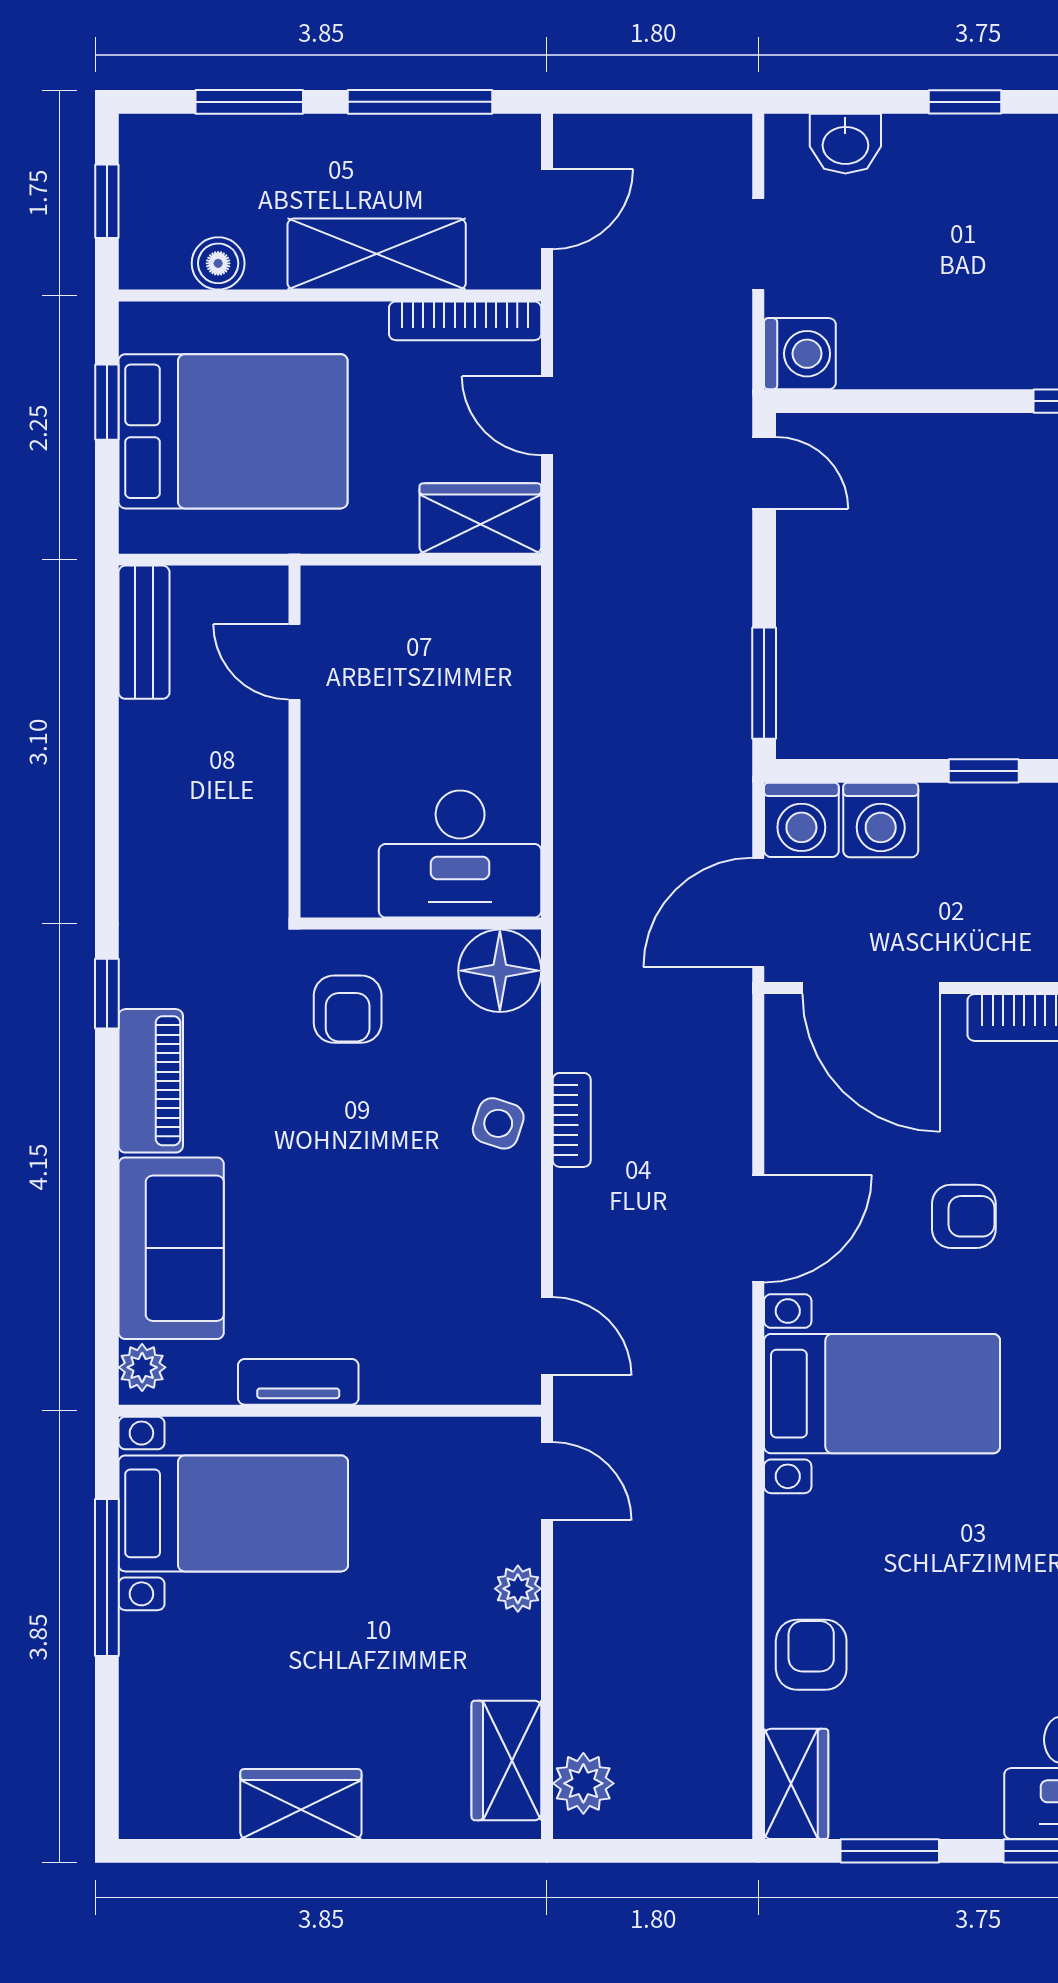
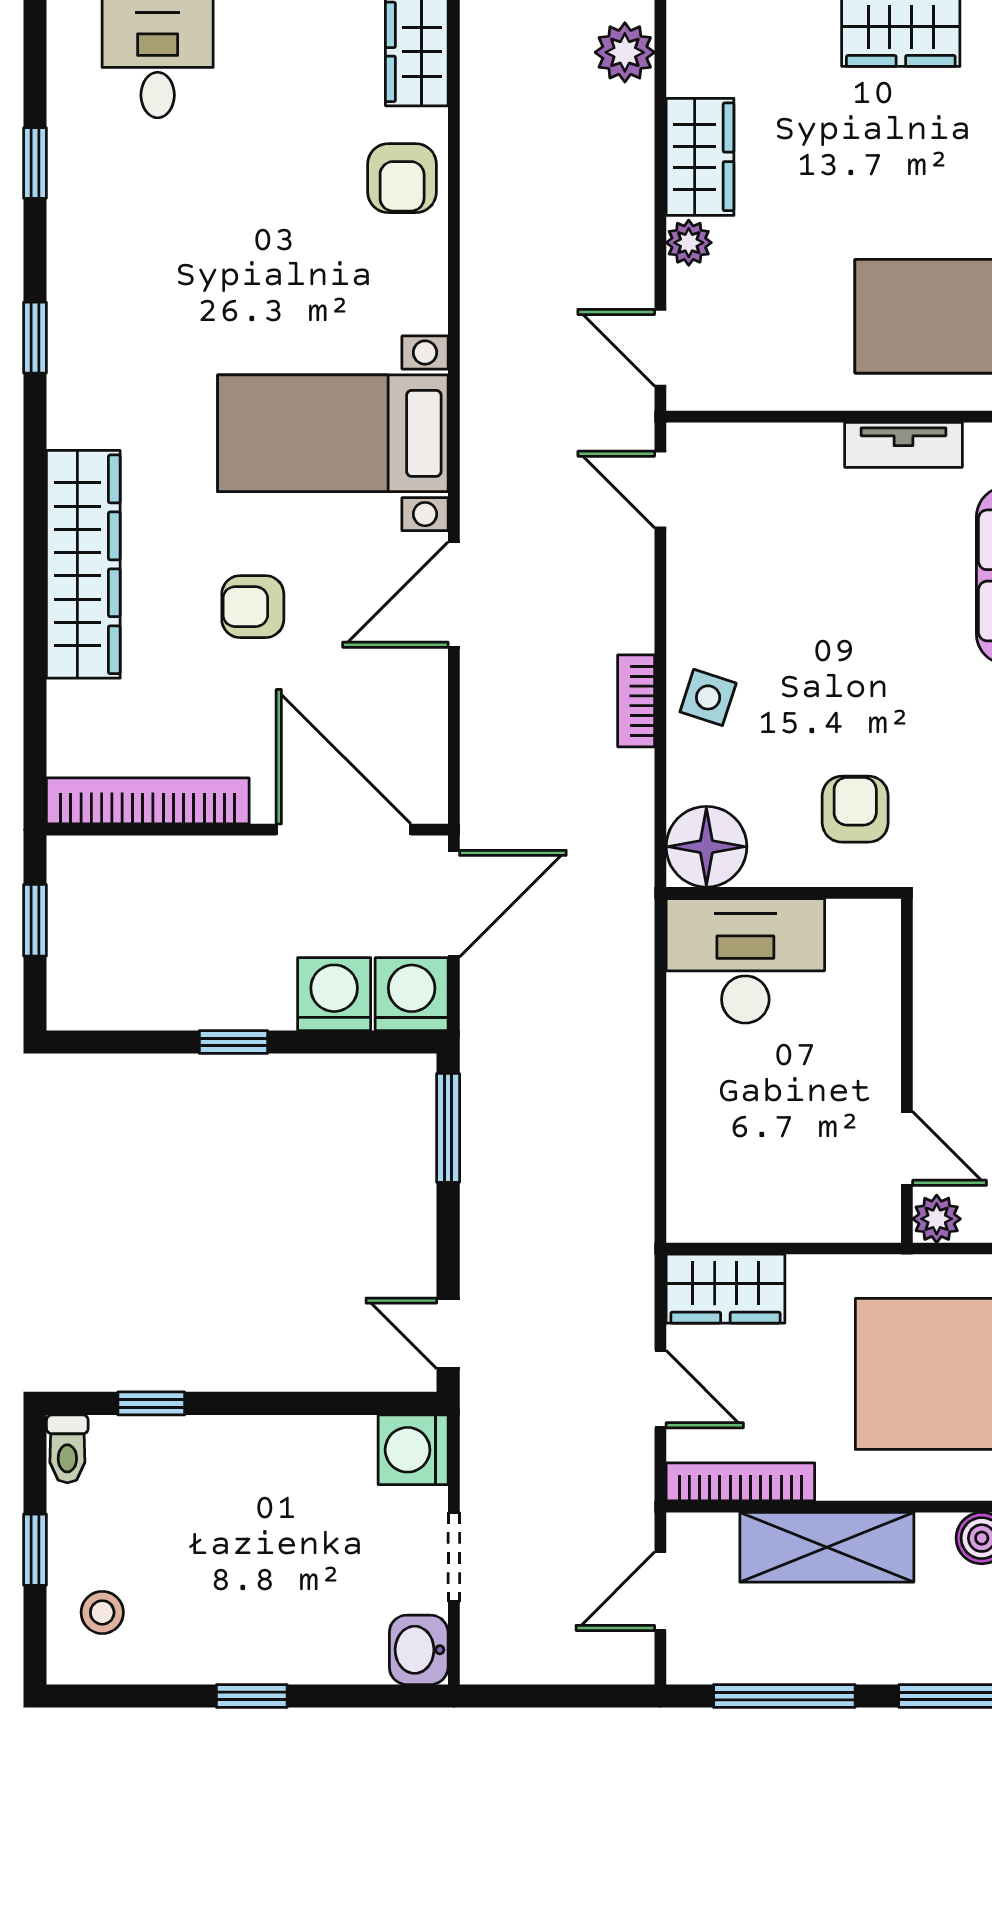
washbasin: (845, 144) -> (419, 1650), moved, turned -90
plant: (264, 590) -> (937, 1219), added
wardrobe: (506, 1760) -> (700, 157), moved

